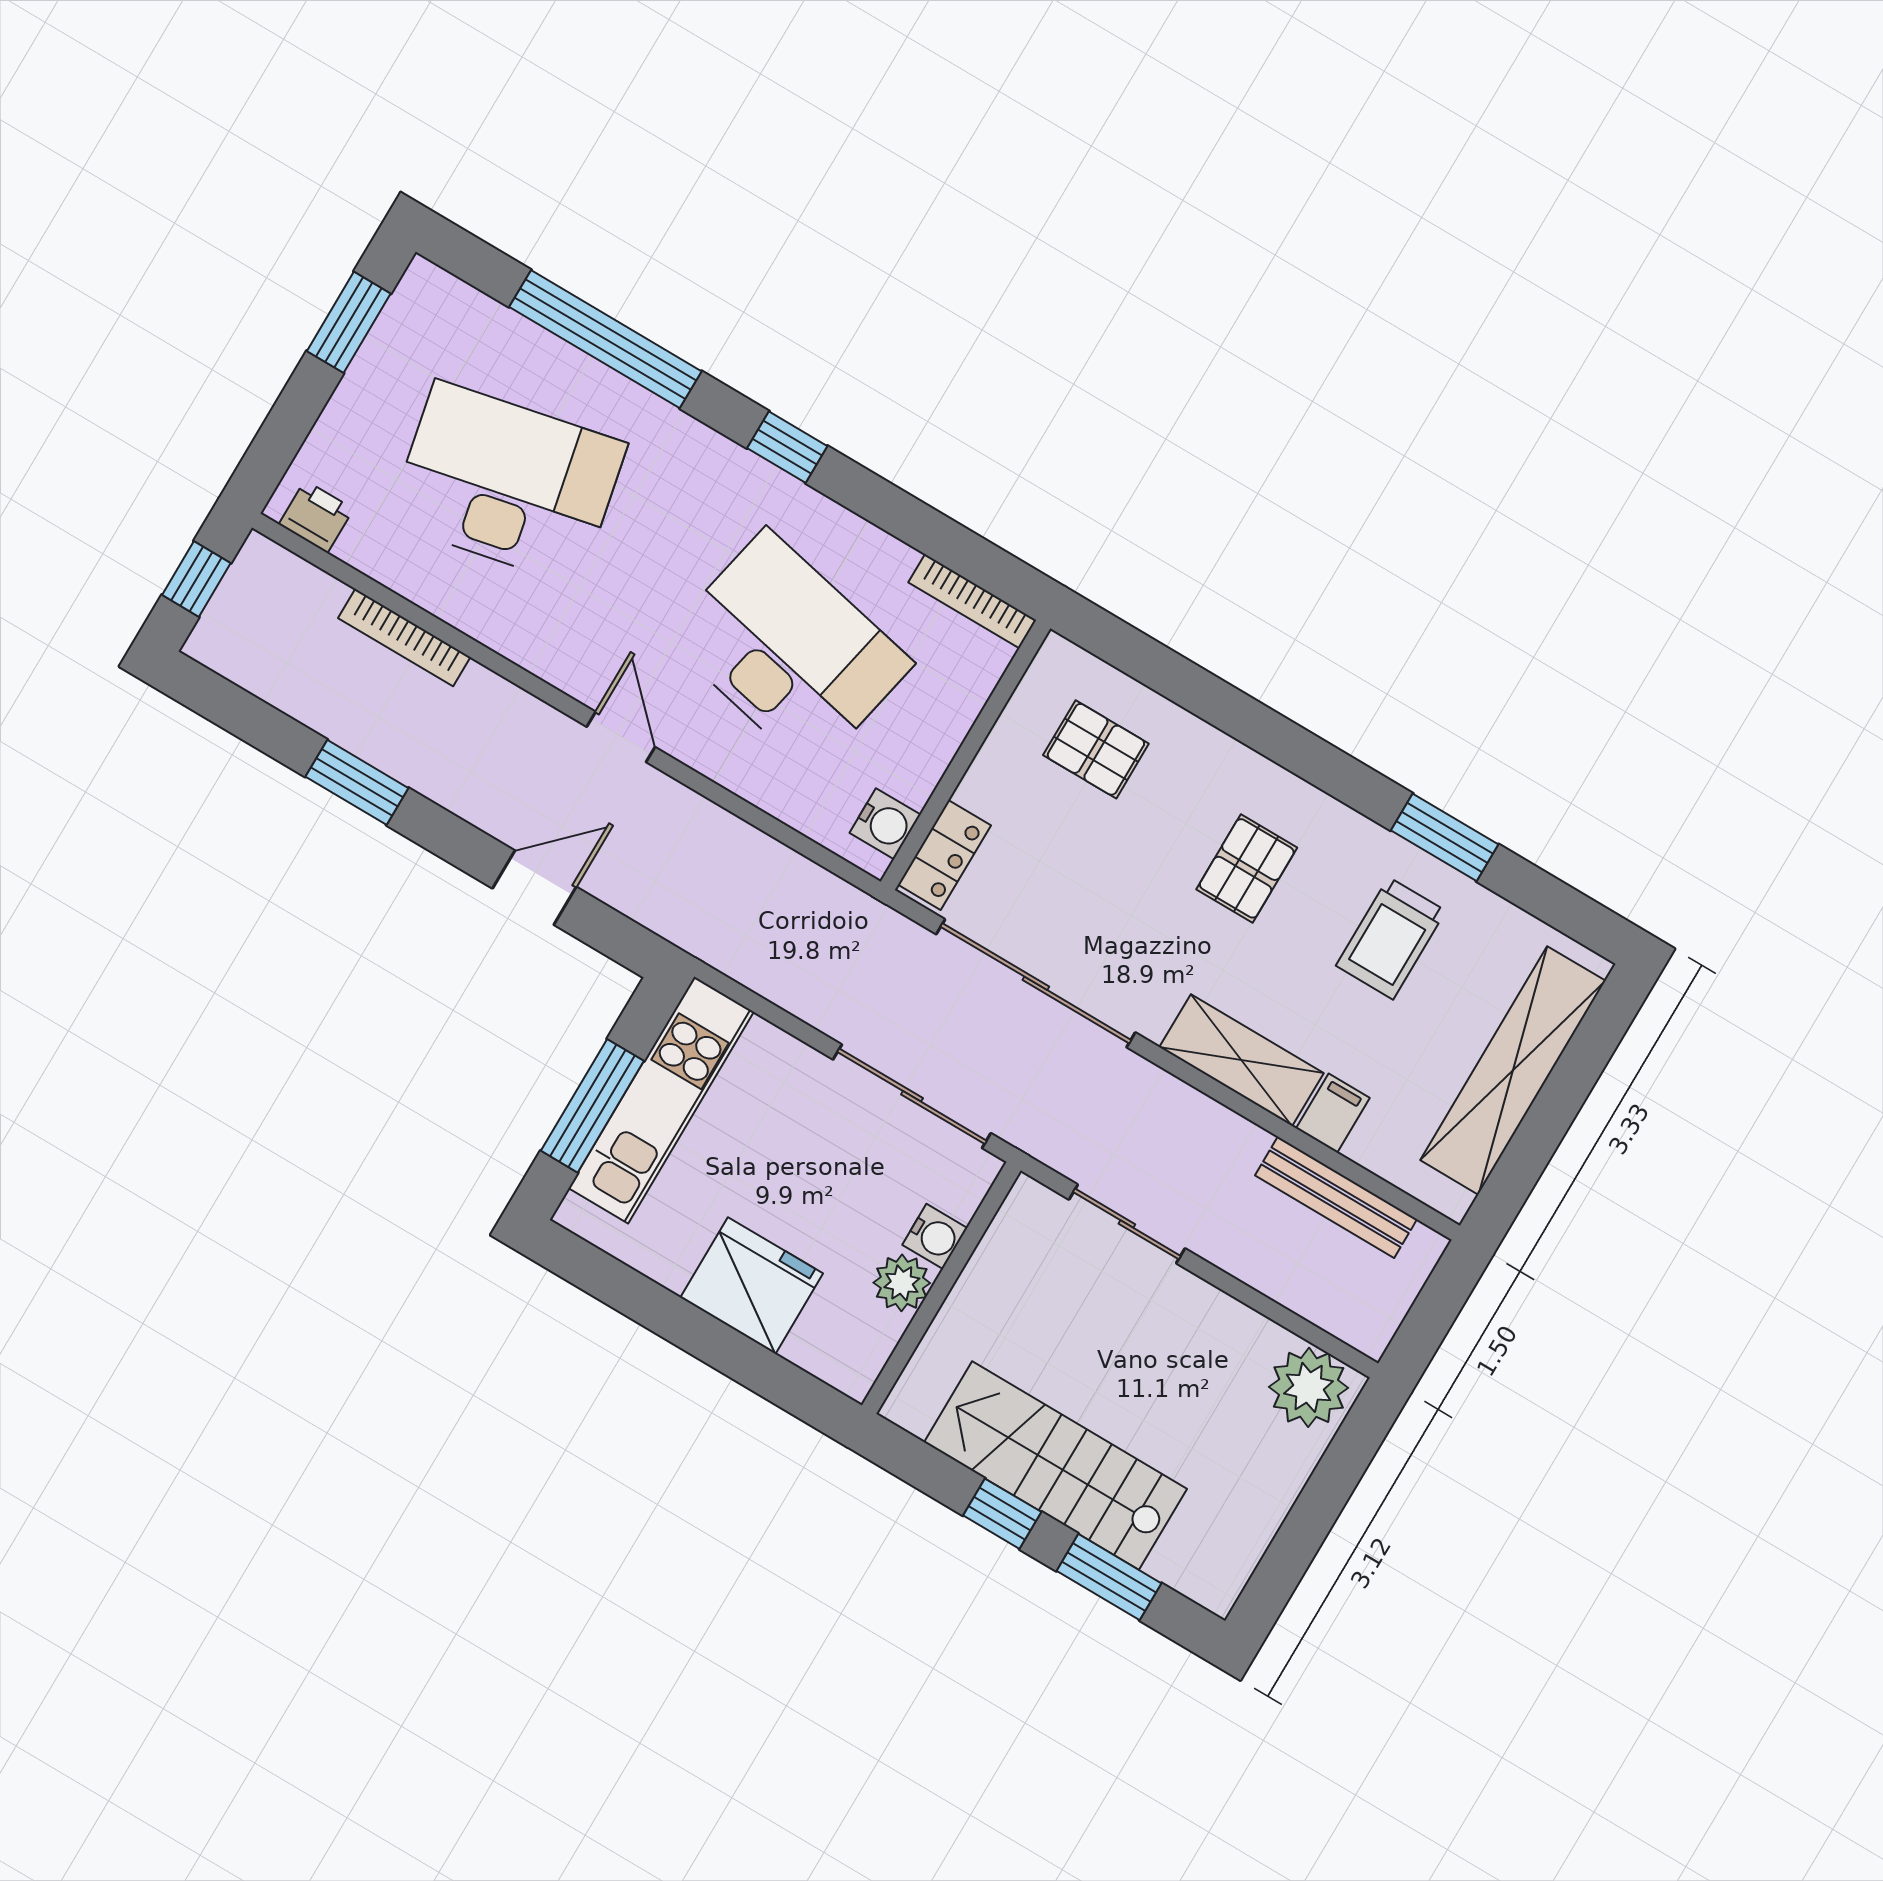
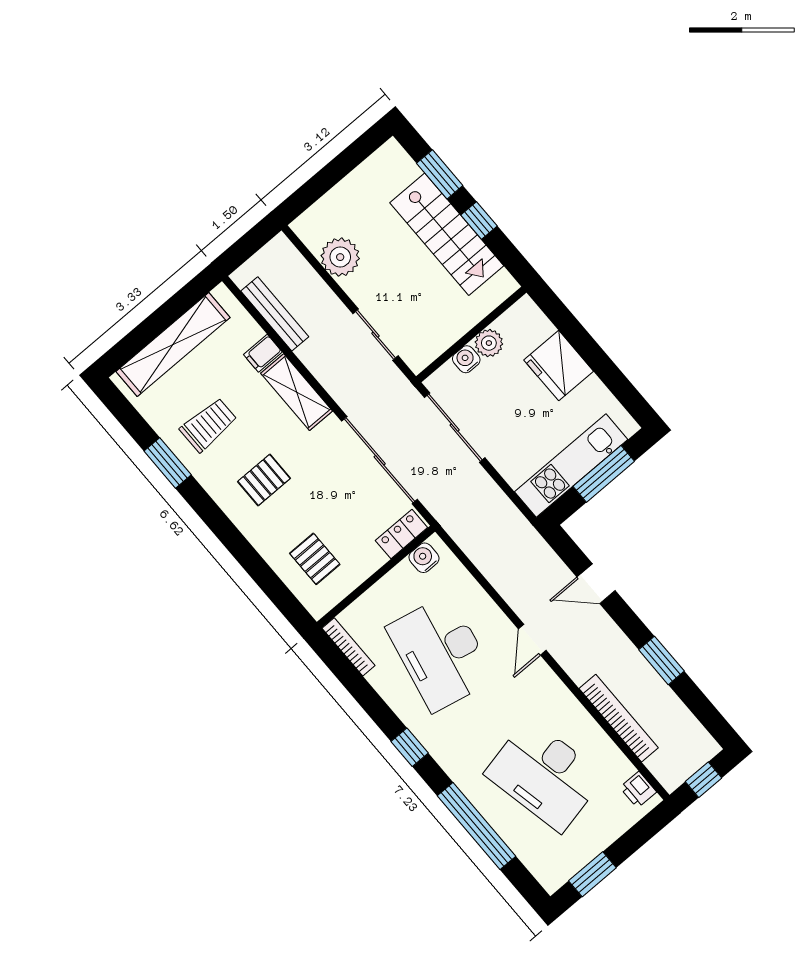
bookcase: (404, 638) -> (619, 718), width x1.48, depth x1.31
plant: (1309, 1387) -> (340, 257), moved

